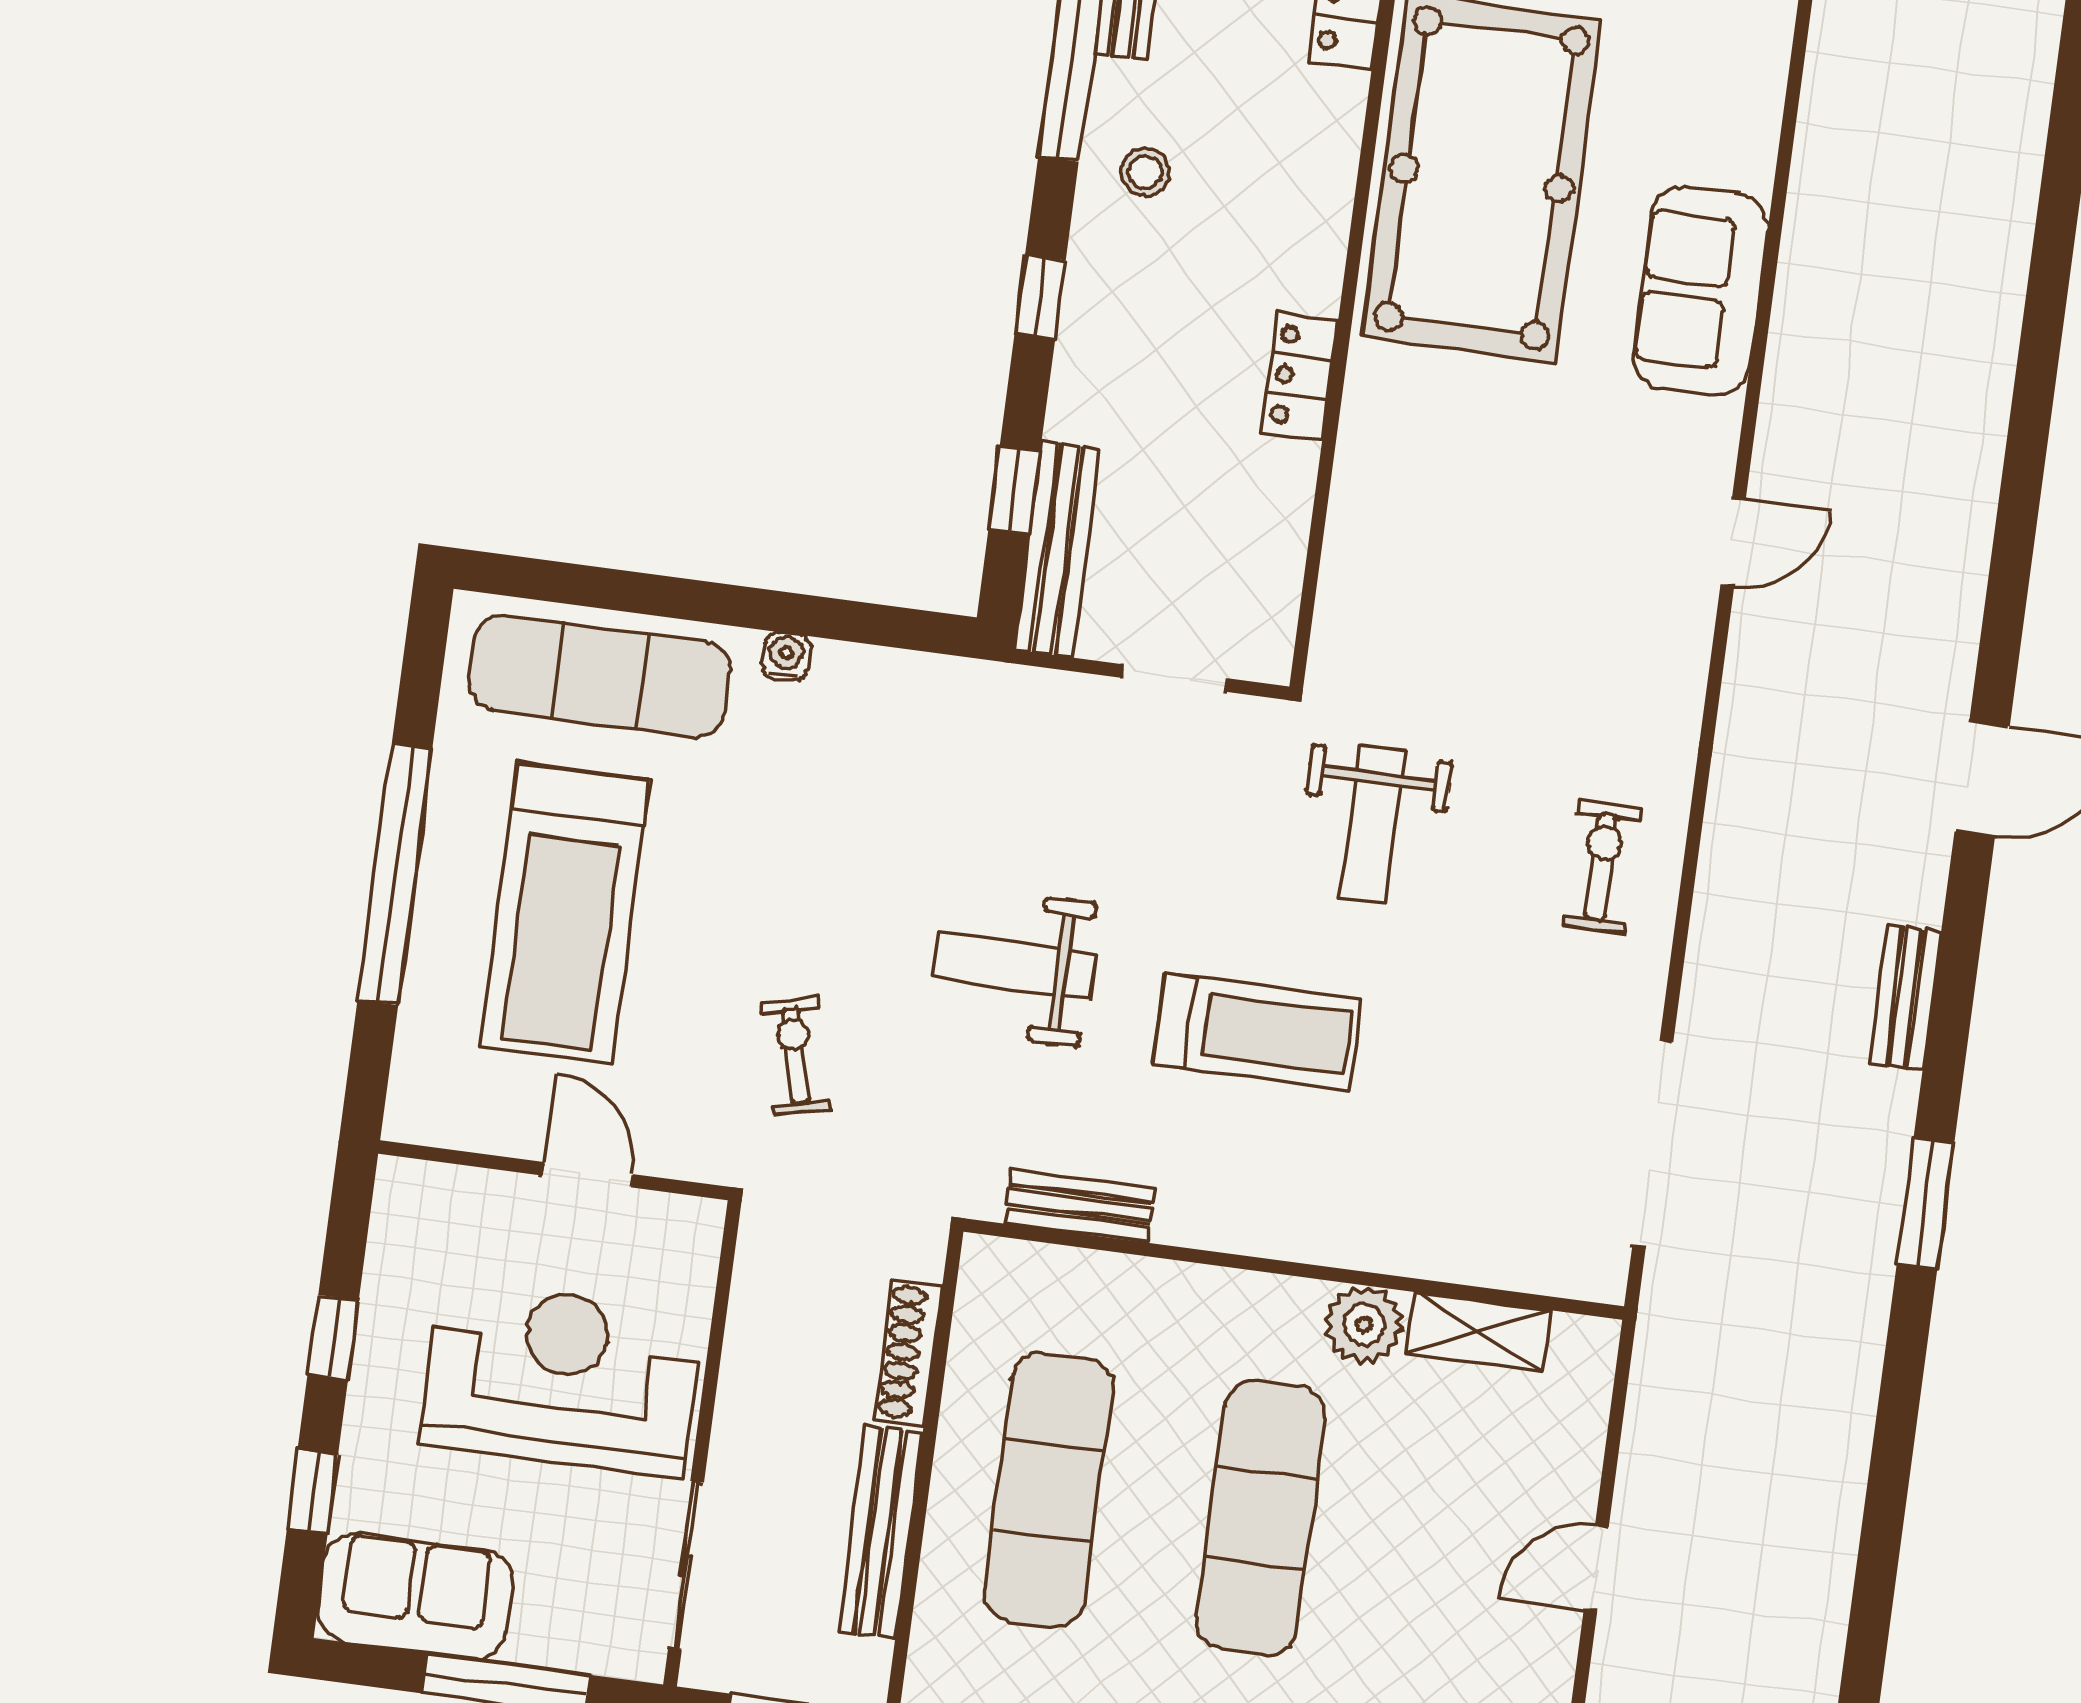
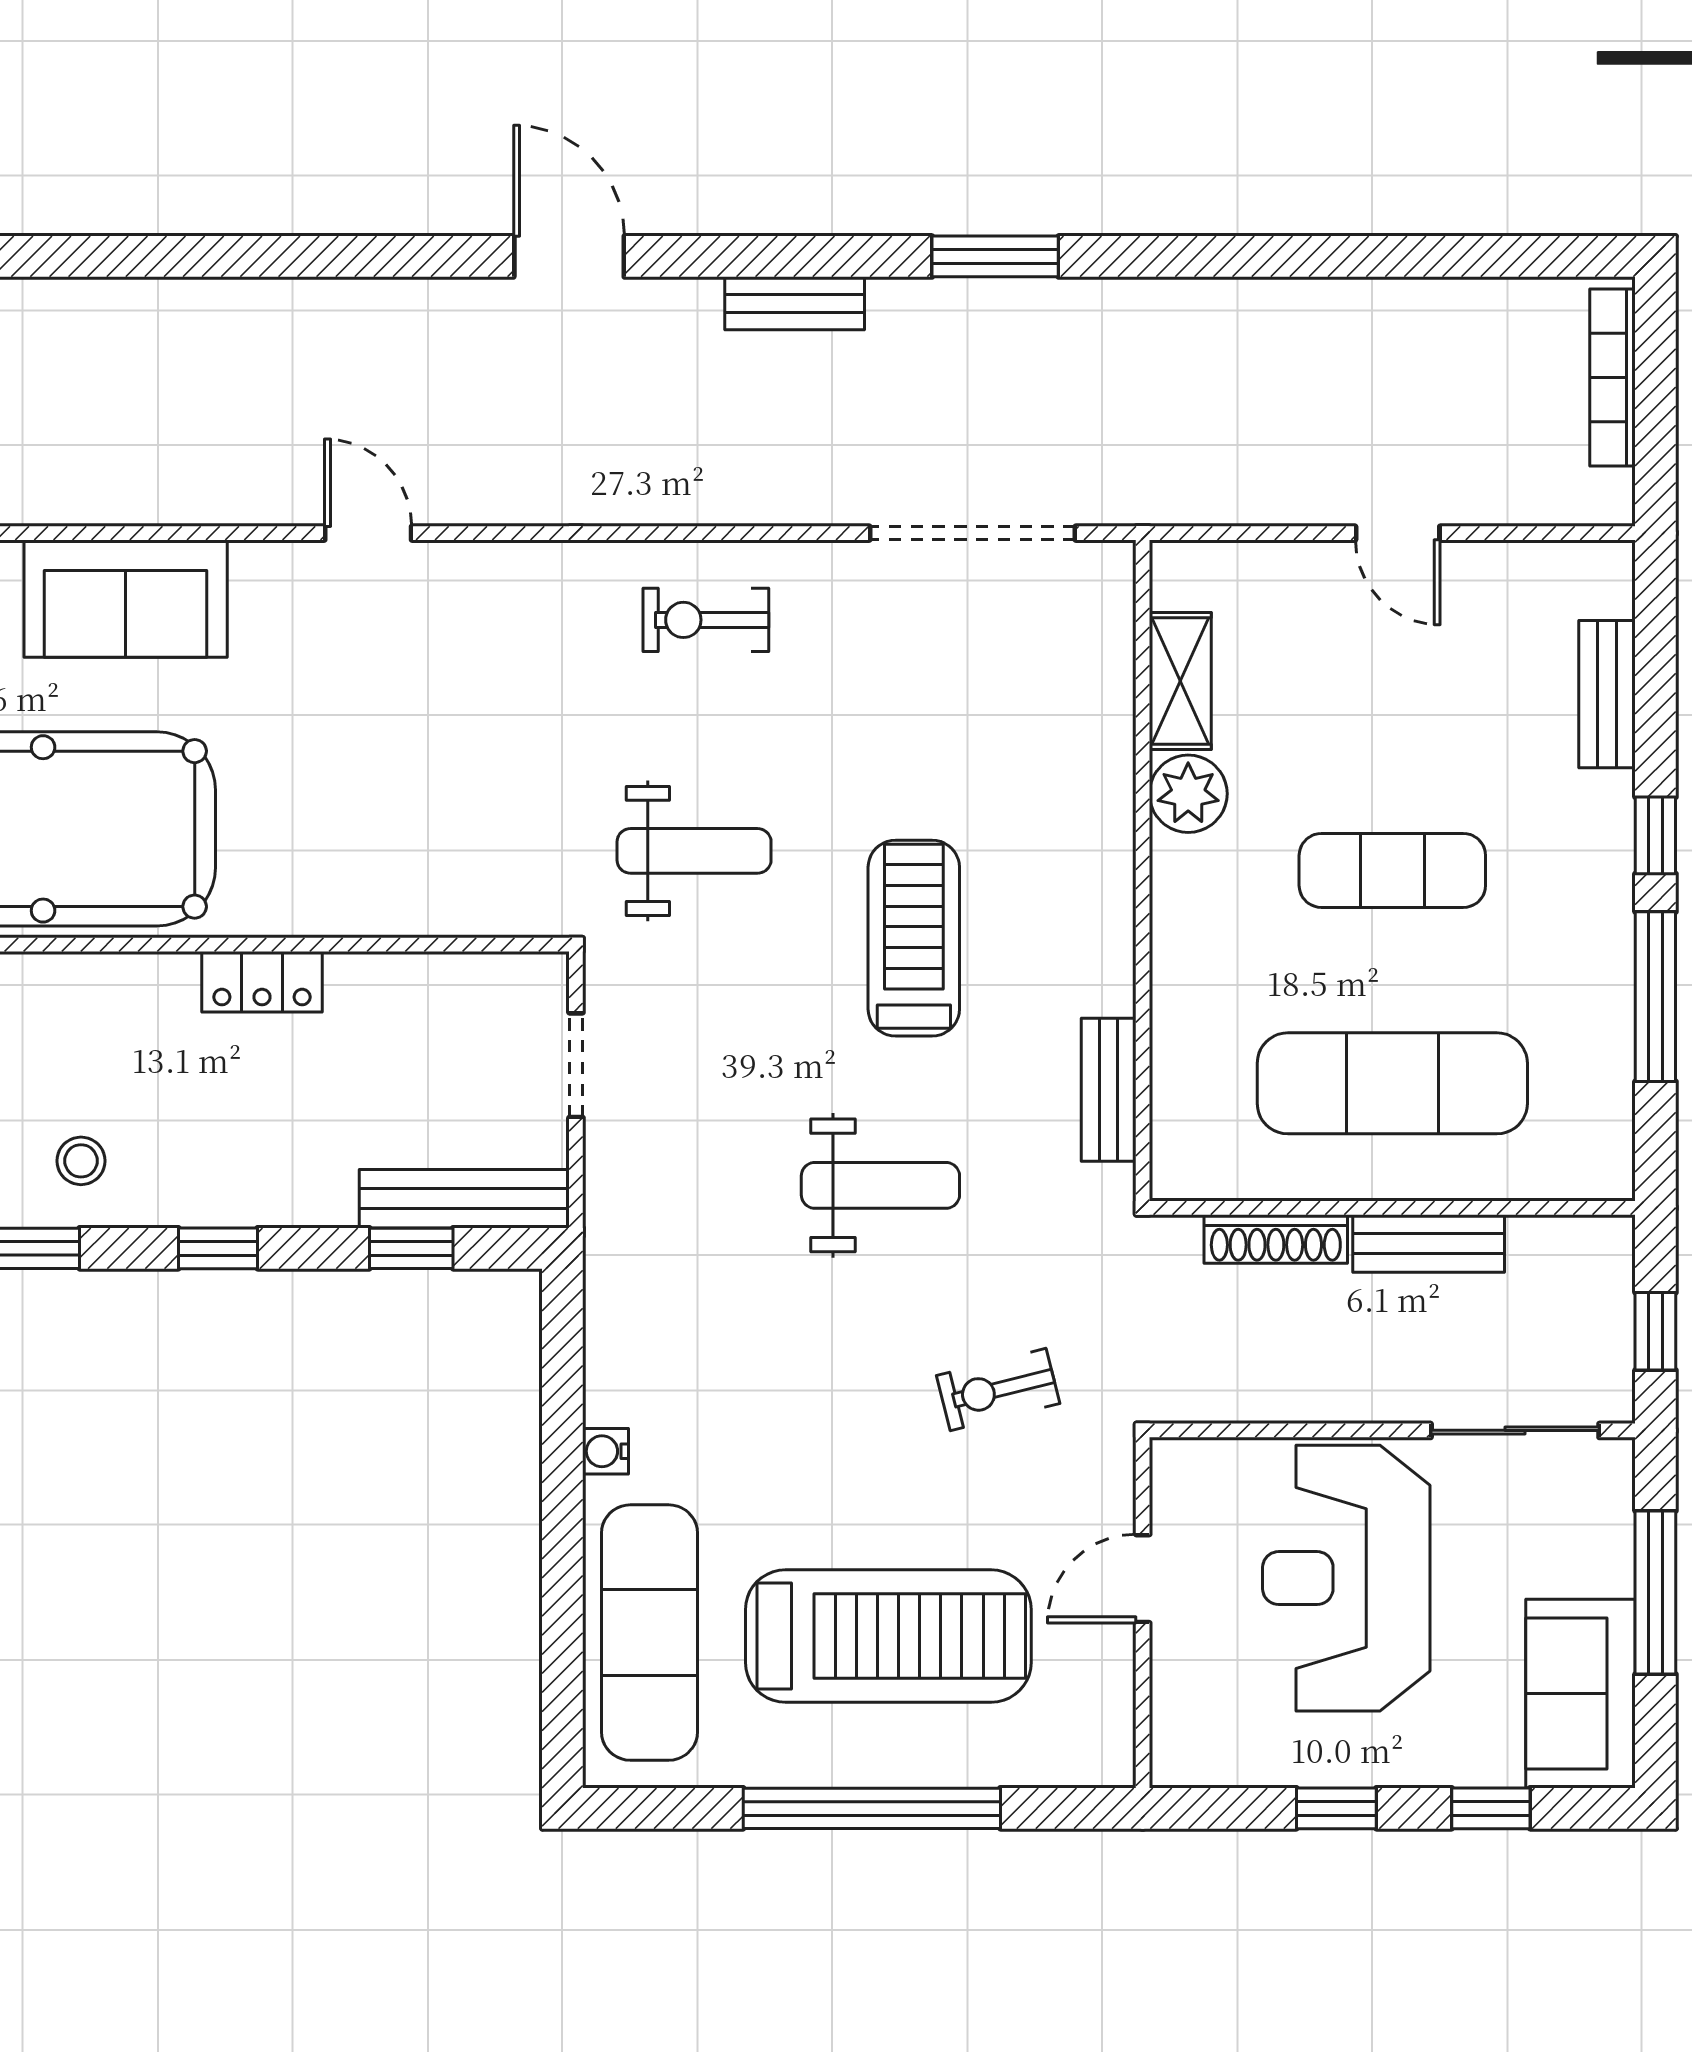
weight bench: (1015, 966) -> (880, 1185), turned -90
exercise mat: (1261, 1518) -> (1392, 870), width x0.73, depth x0.69
bench: (880, 1532) -> (1429, 1244), width x0.73

